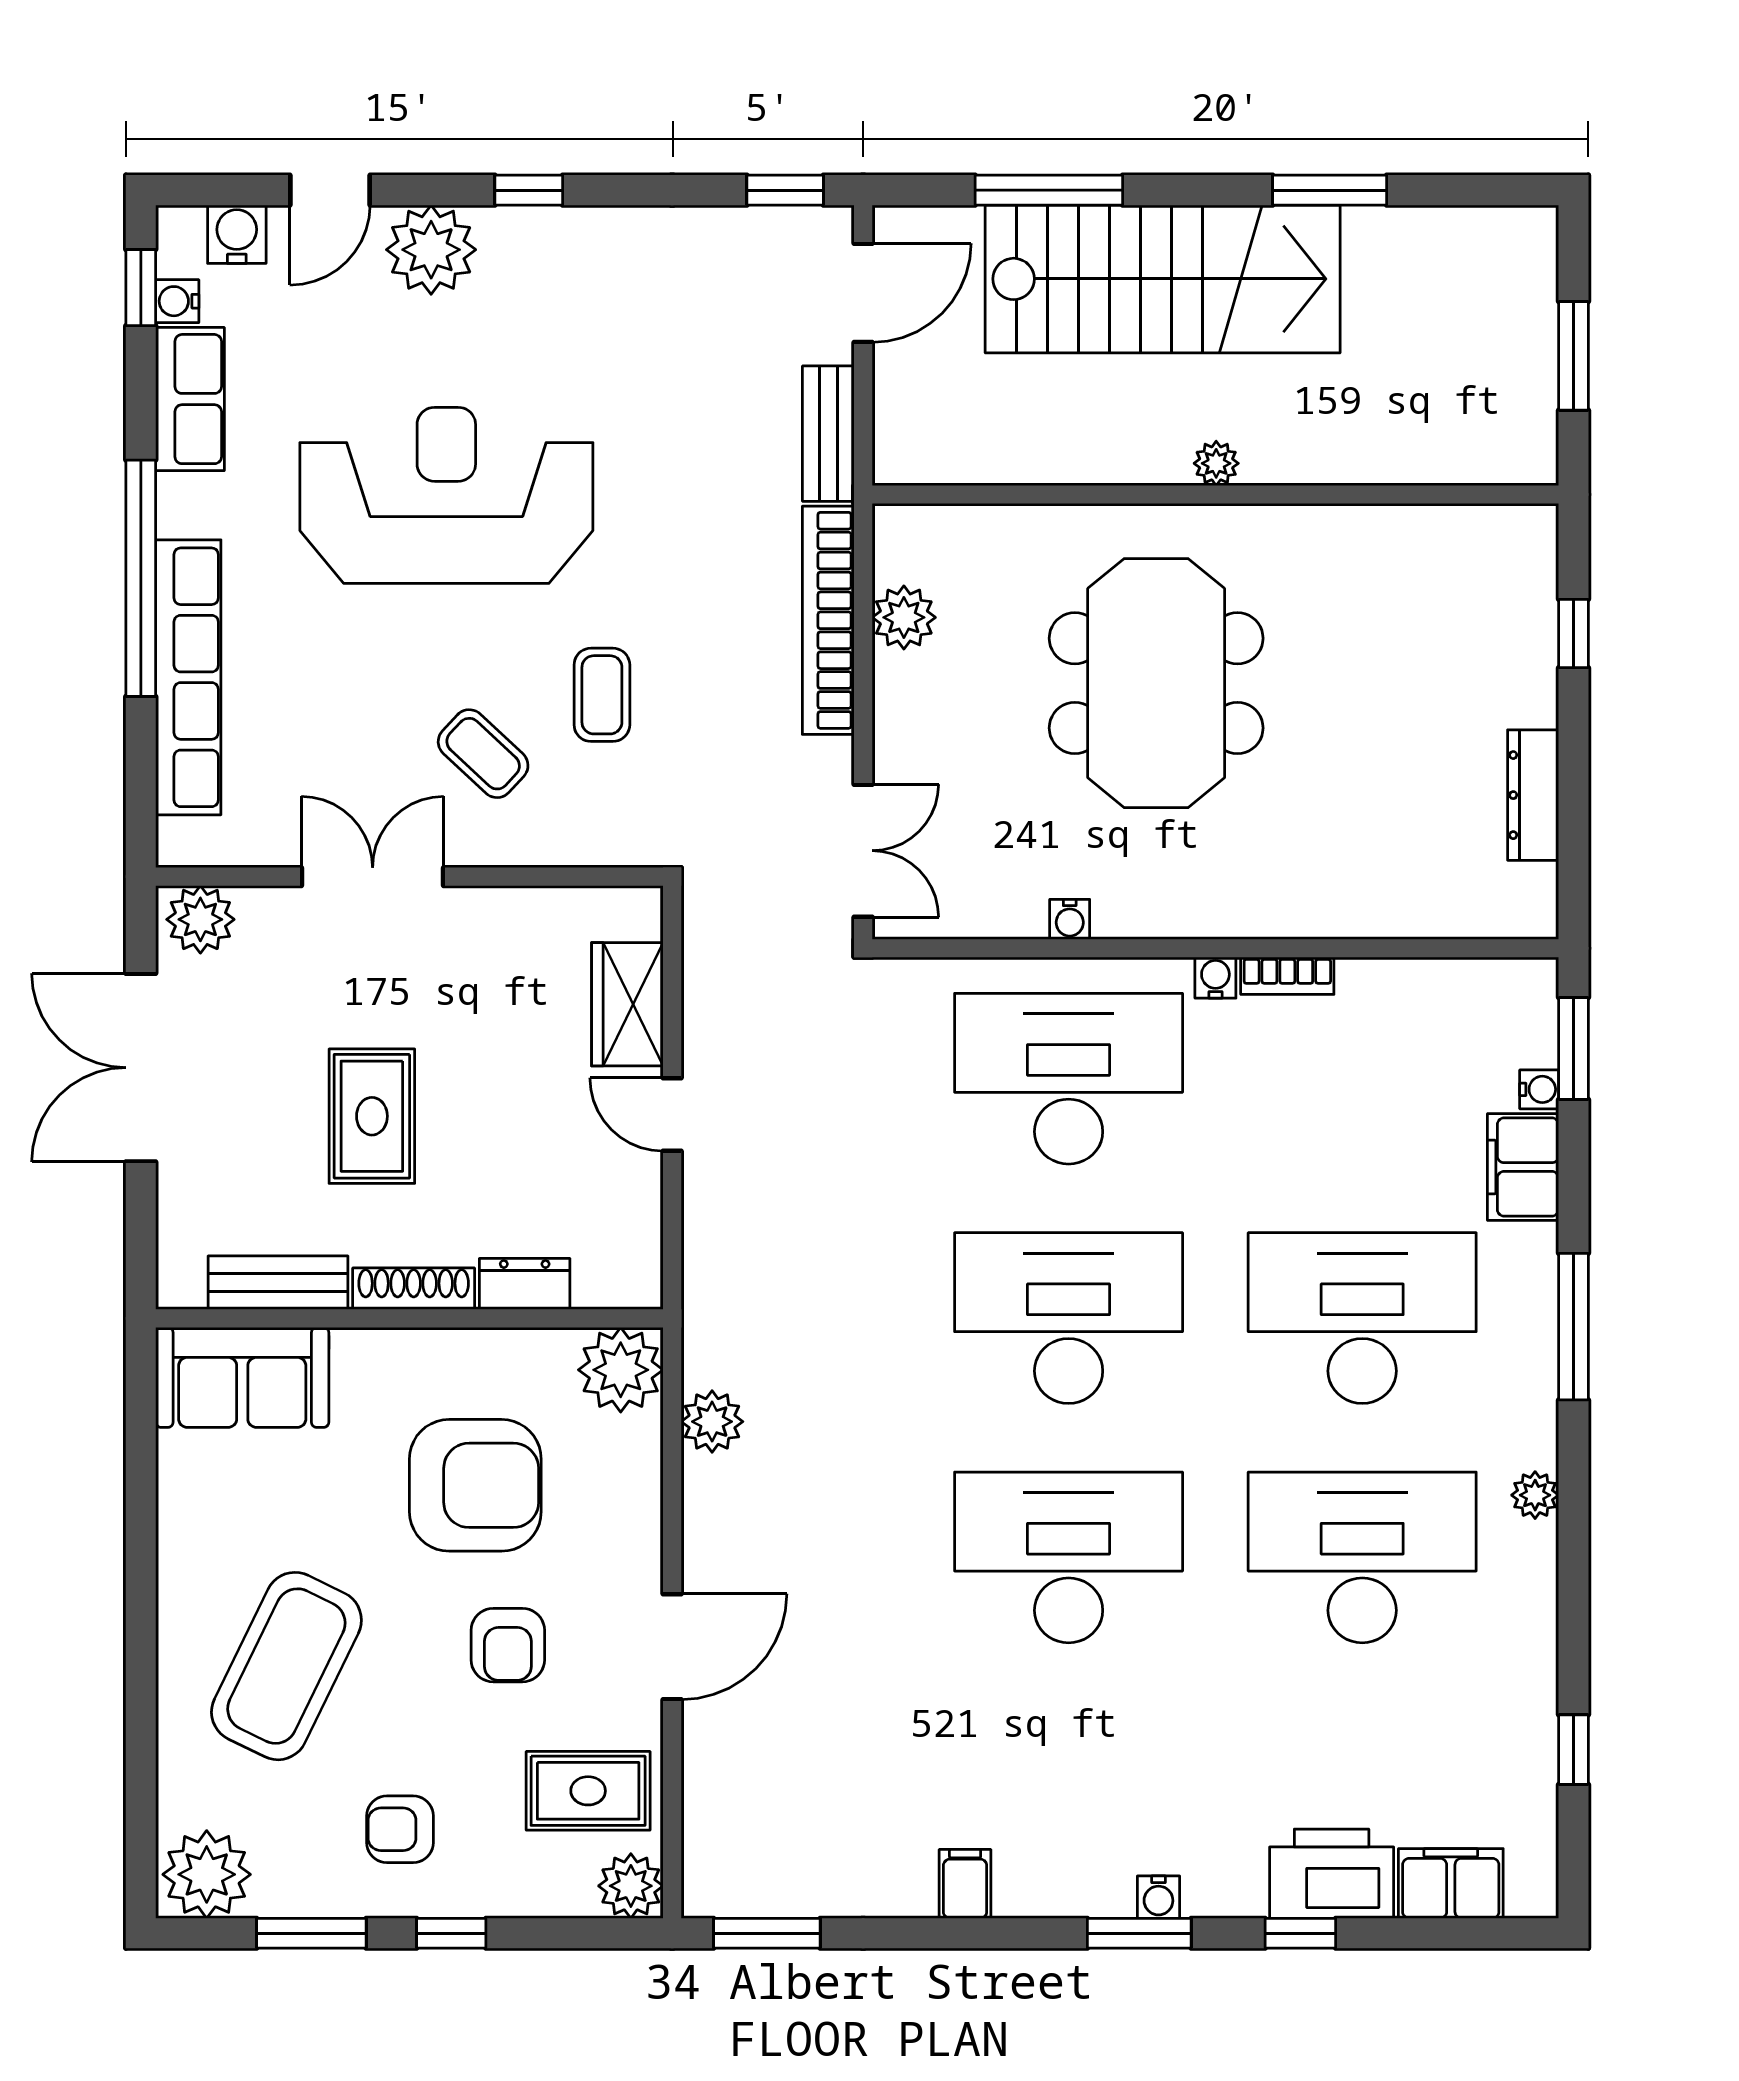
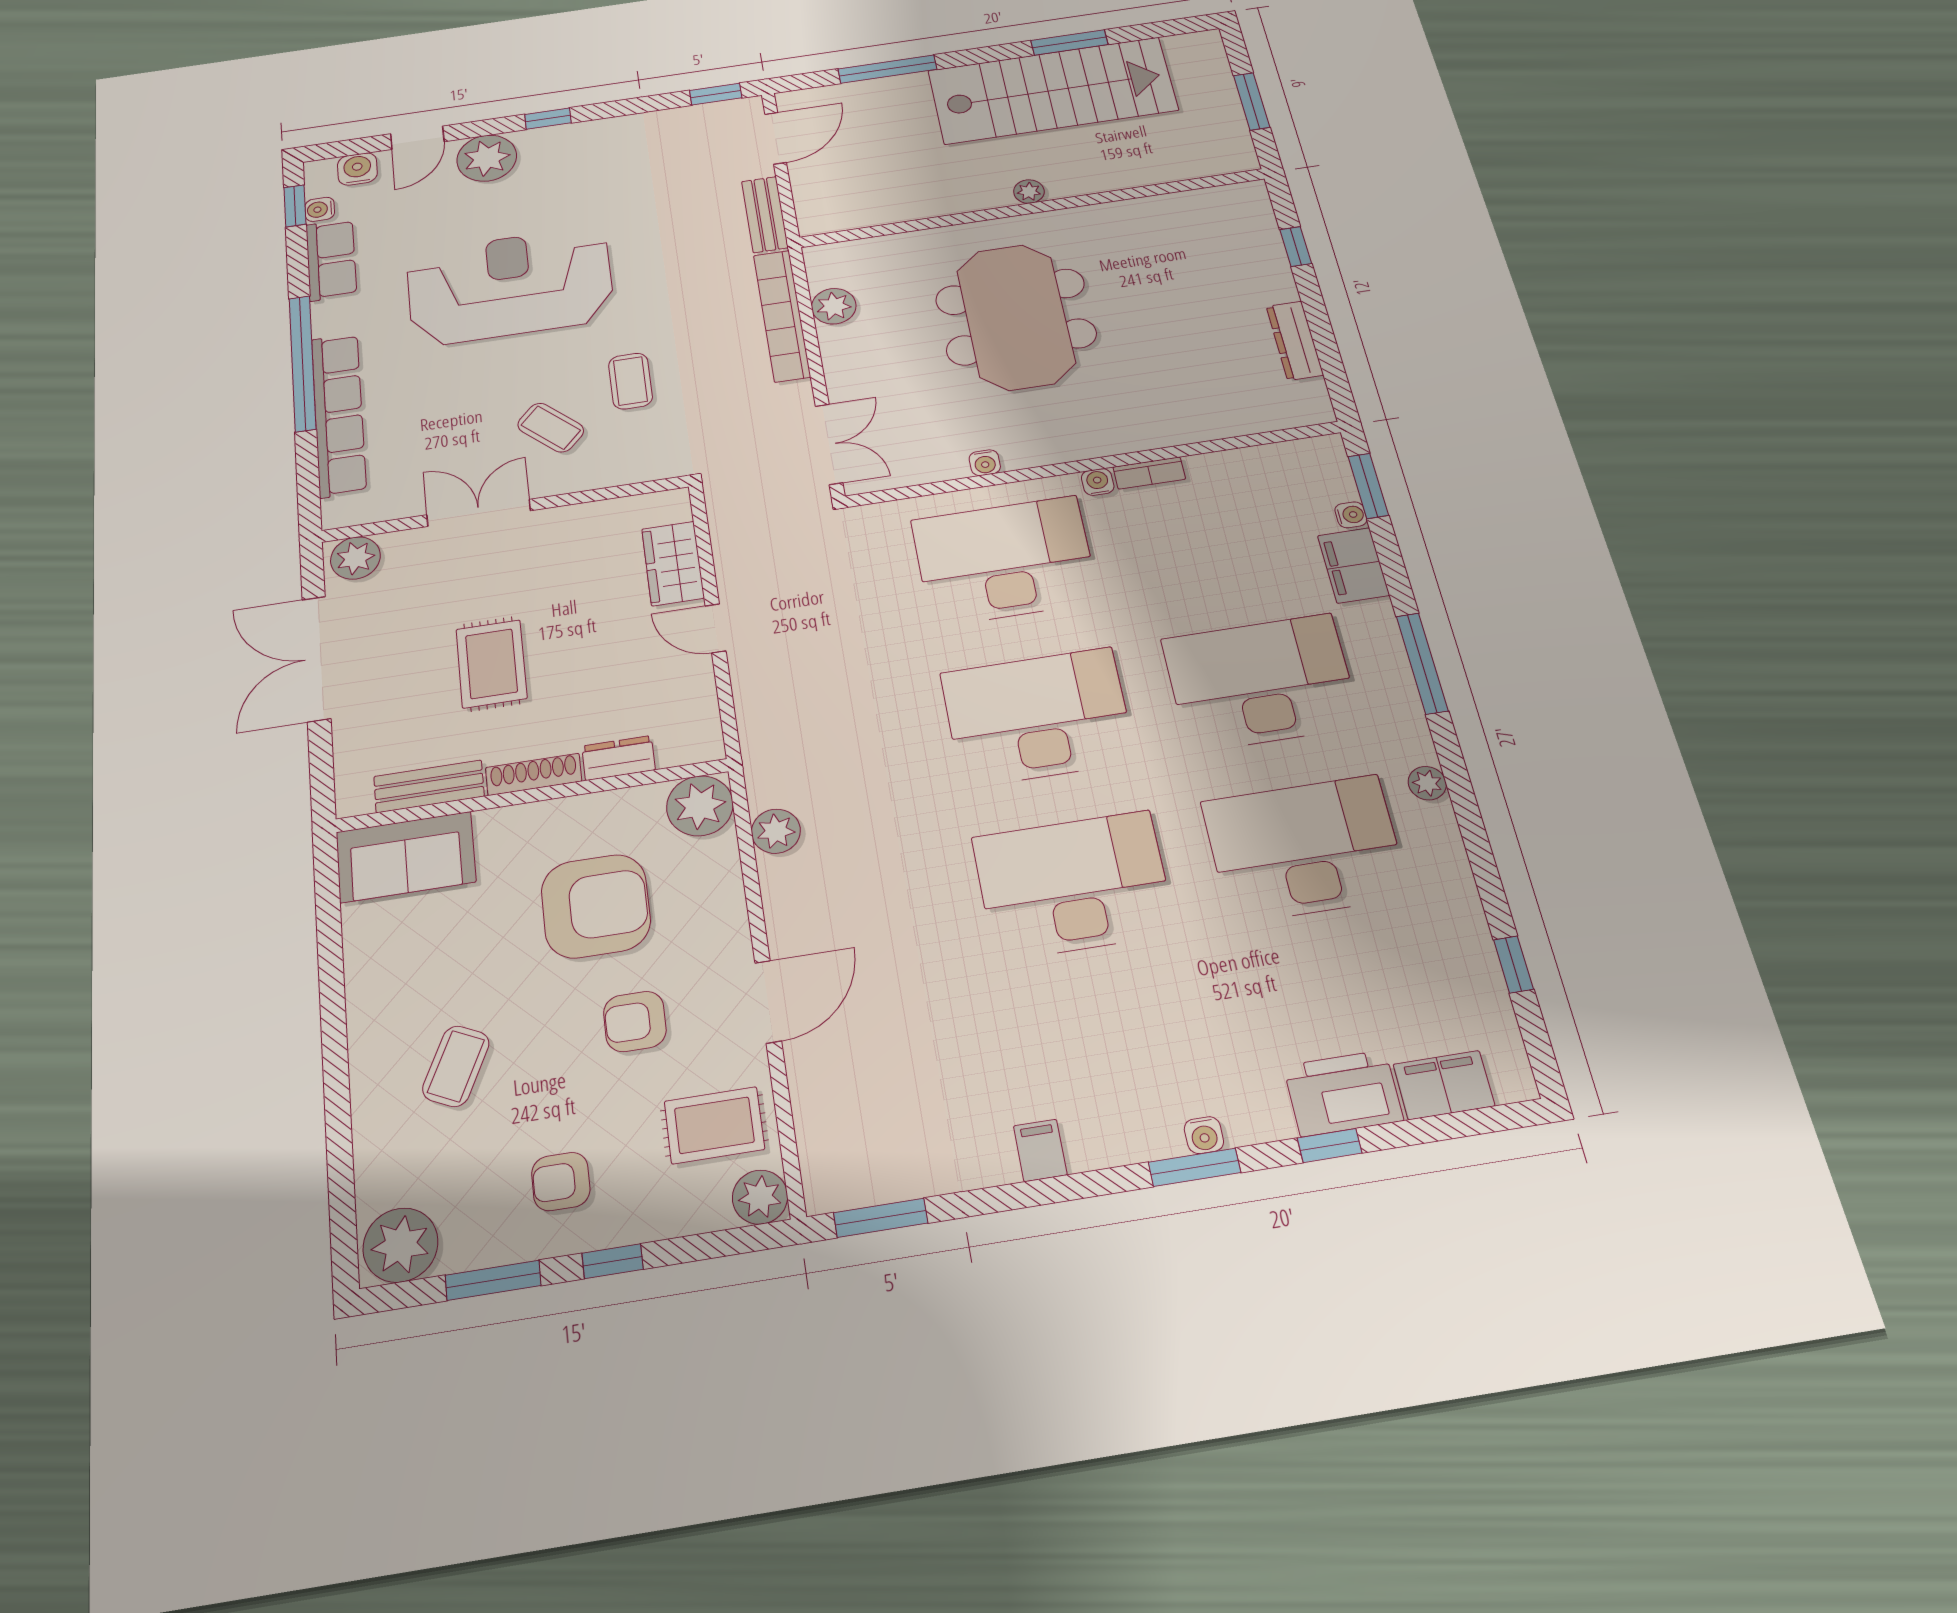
stairs: (1163, 279) -> (1053, 90), moved
armchair: (508, 1645) -> (635, 1021), turned 90
coffee table: (286, 1666) -> (456, 1066), width x0.54, depth x0.58

